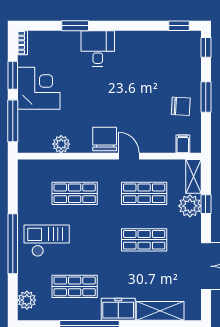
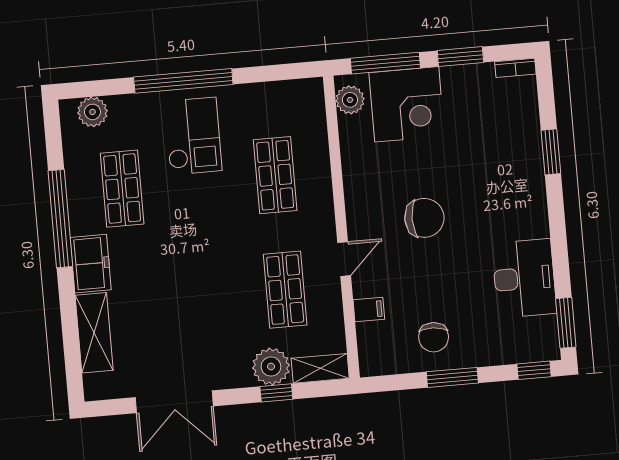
window: (179, 26) -> (566, 323), width x1.50
desk: (98, 48) -> (524, 278), moved, width x1.37
corner desk: (39, 88) -> (407, 104), moved
chair: (105, 139) -> (424, 218), moved
plant: (61, 144) -> (350, 100), moved
filing cabinet: (183, 144) -> (369, 309), moved
shop shelf: (144, 240) -> (209, 296), removed

